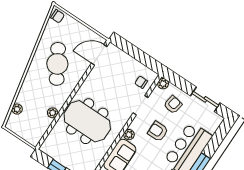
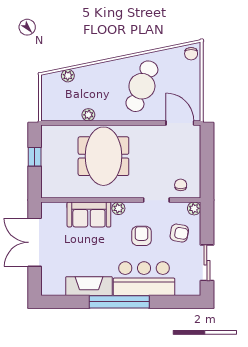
cafe table: (57, 64) -> (142, 86), turned -37

